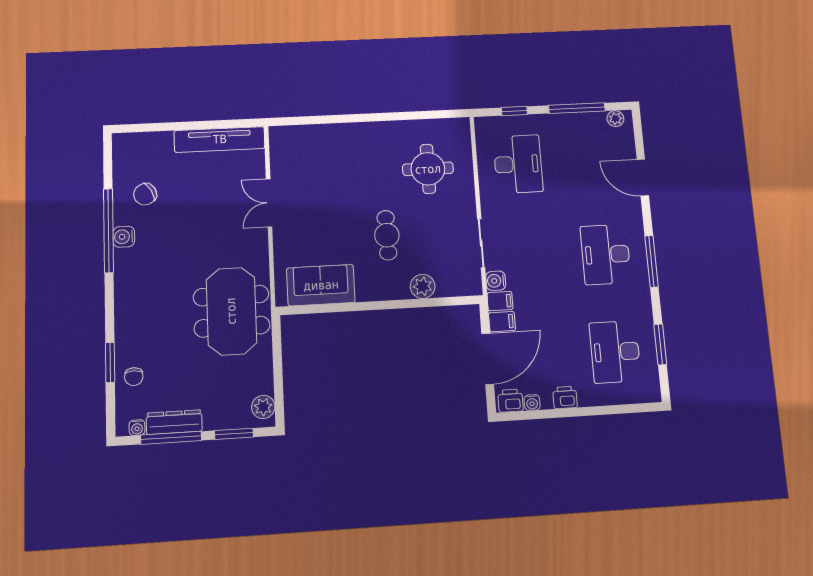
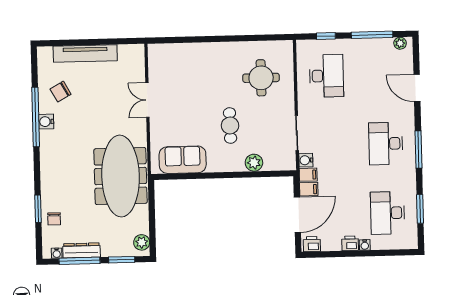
tv unit: (220, 139) -> (85, 53), moved
meeting table: (231, 311) -> (121, 176), width x1.36
water cooler: (532, 403) -> (365, 245), moved

